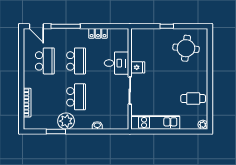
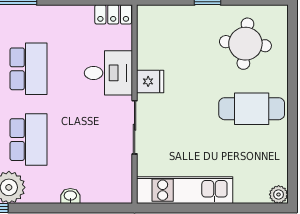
locker: (98, 33) -> (113, 14), moved
cafe table: (193, 99) -> (252, 109), moved, width x1.37, depth x1.35

